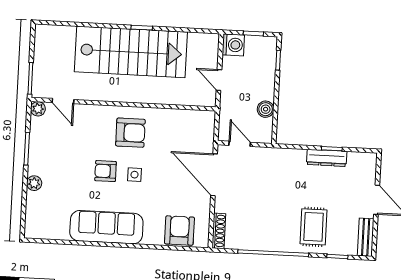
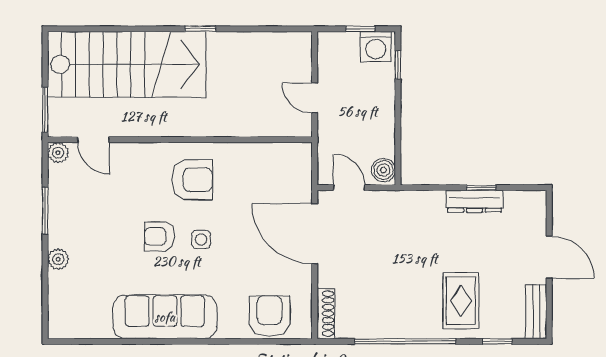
washing machine: (233, 45) -> (376, 47), moved, turned 90
stairs: (131, 52) -> (127, 64), moved
boiler: (266, 109) -> (384, 170), moved

